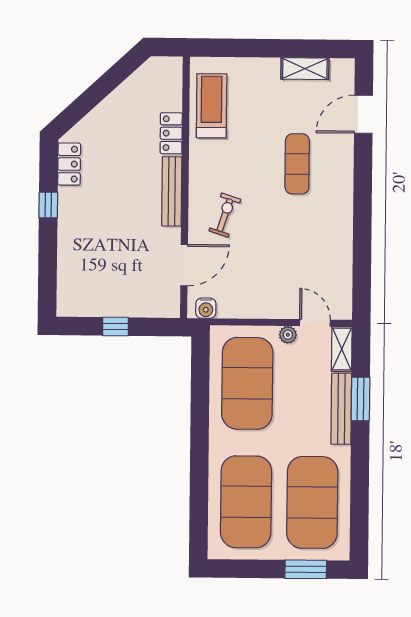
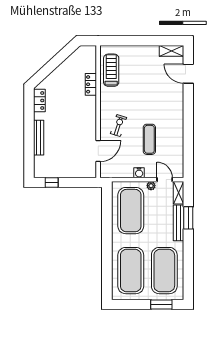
shelving: (305, 69) -> (171, 51), moved
door: (363, 114) -> (188, 74), hinge flipped
exercise mat: (297, 164) -> (149, 139), moved
bench: (172, 191) -> (39, 138), moved
window: (48, 205) -> (29, 121), removed
water cooler: (206, 308) -> (139, 173), moved
window: (116, 326) -> (52, 182), moved

